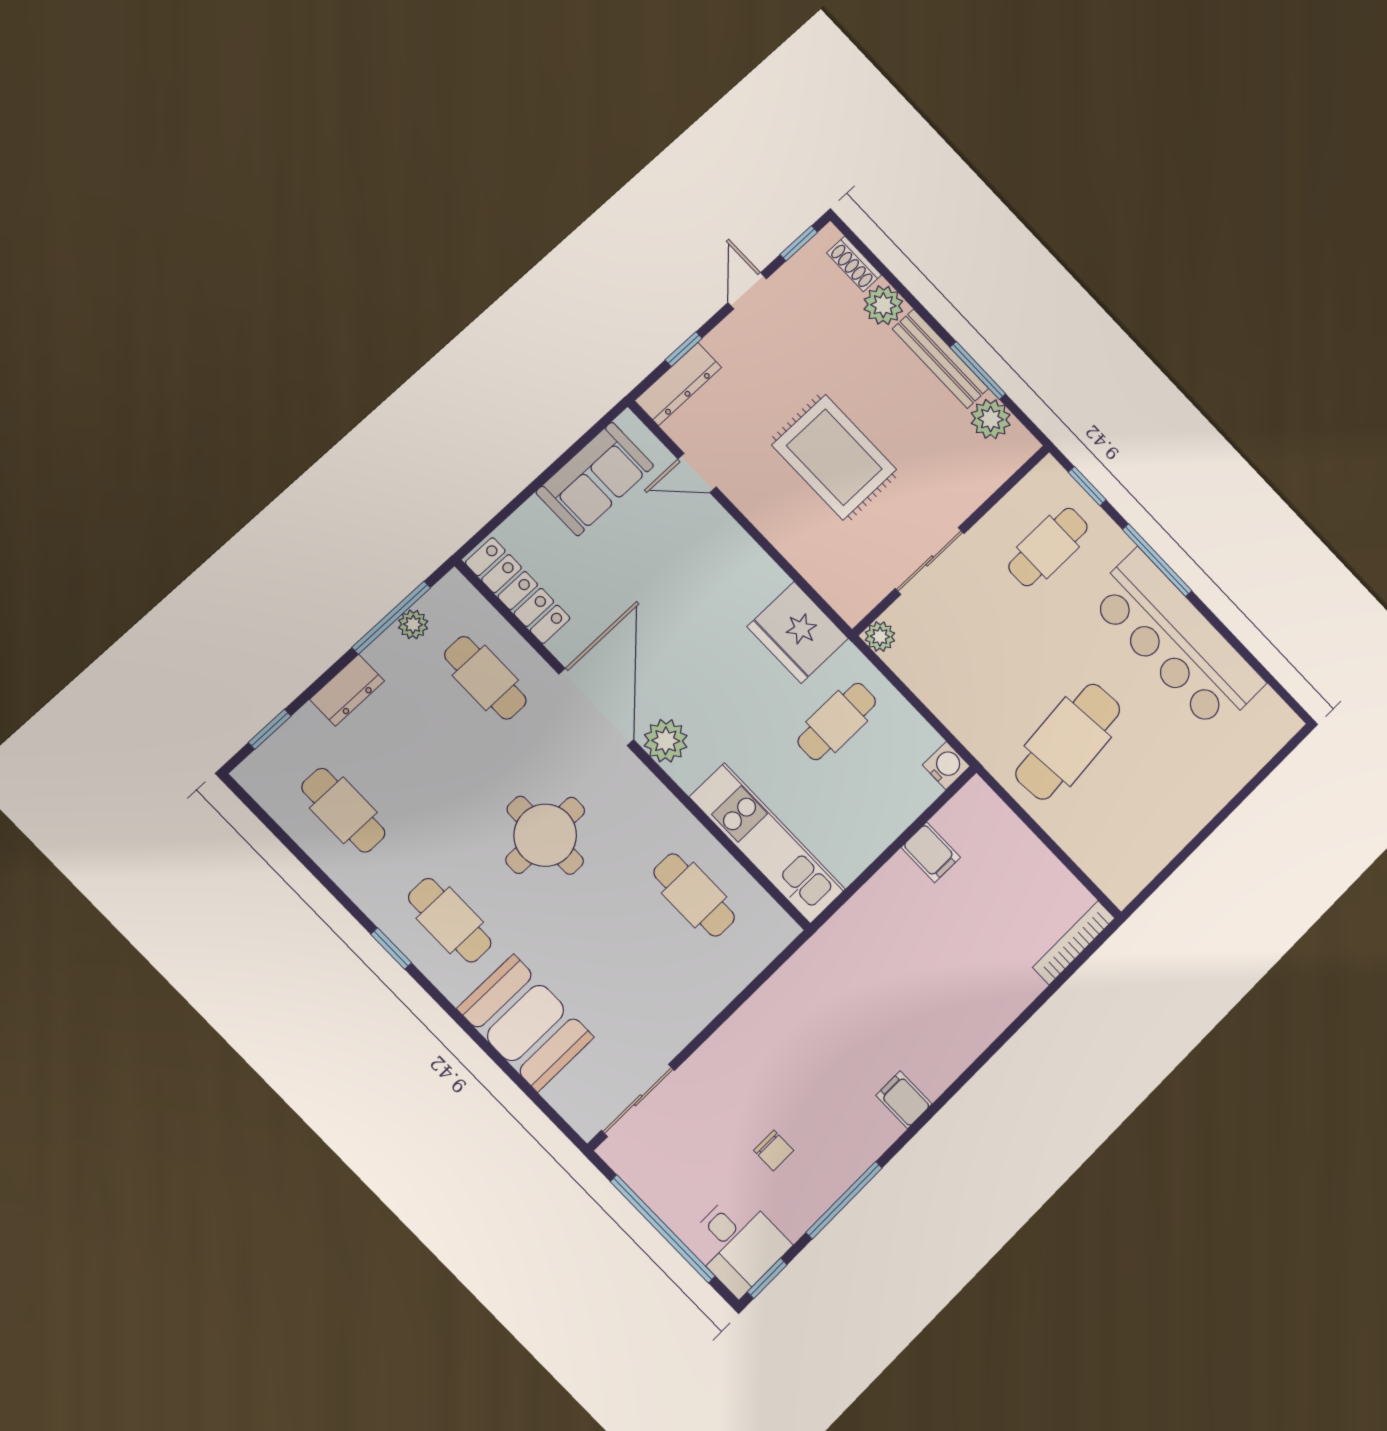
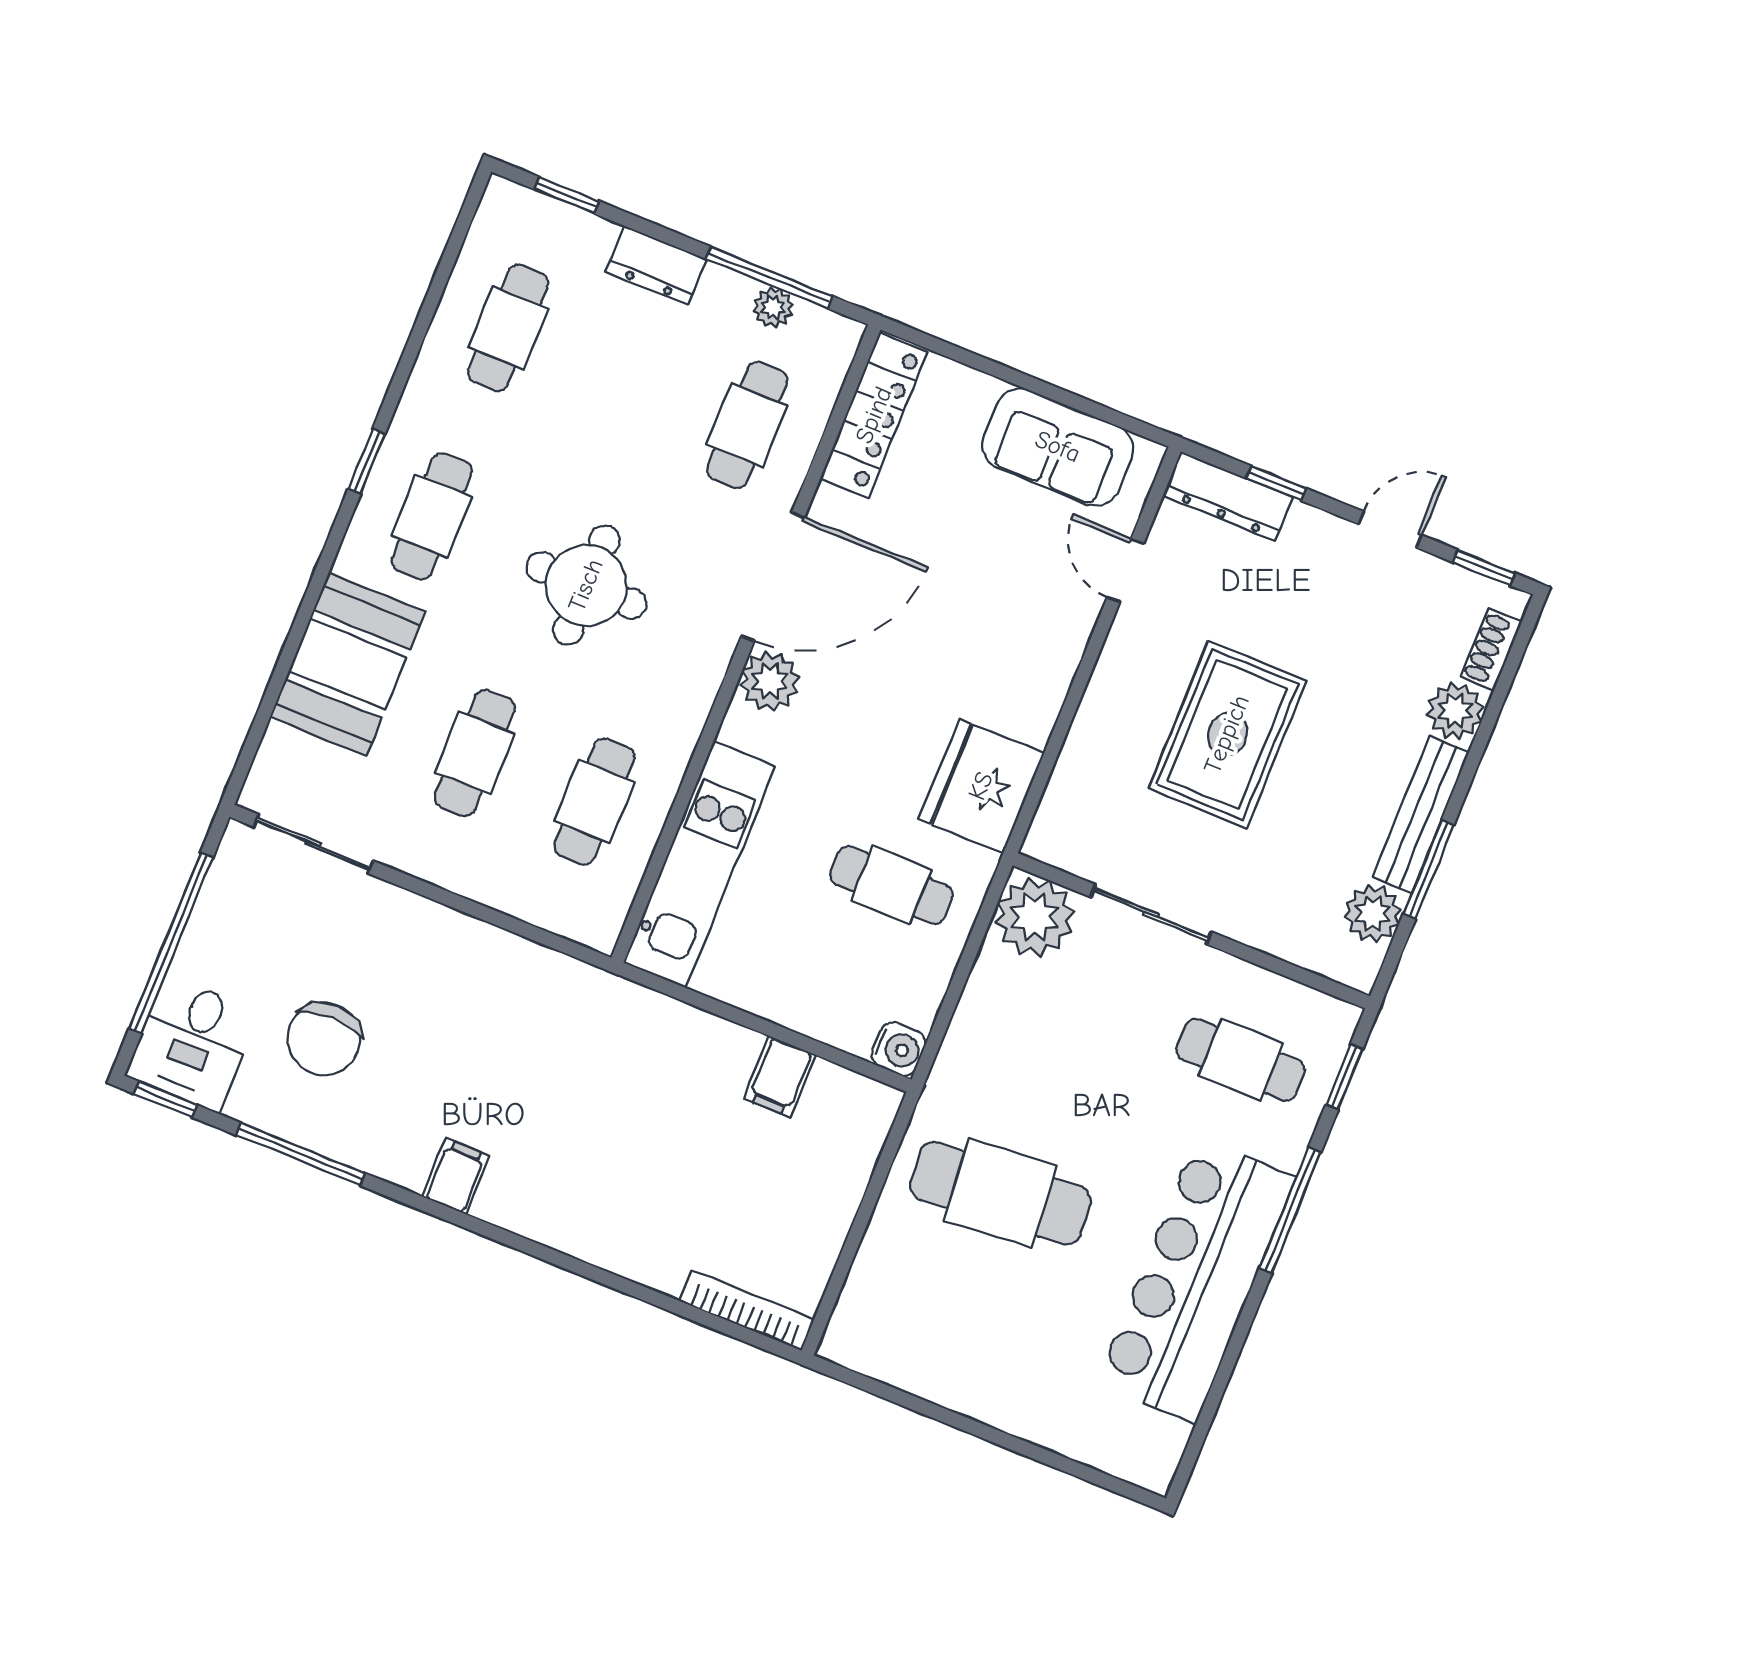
plant: (880, 637) -> (1035, 917), width x1.88, depth x1.88
cafe table: (625, 962) -> (475, 753), added
chair: (774, 1150) -> (324, 1039), width x1.87, depth x1.87

